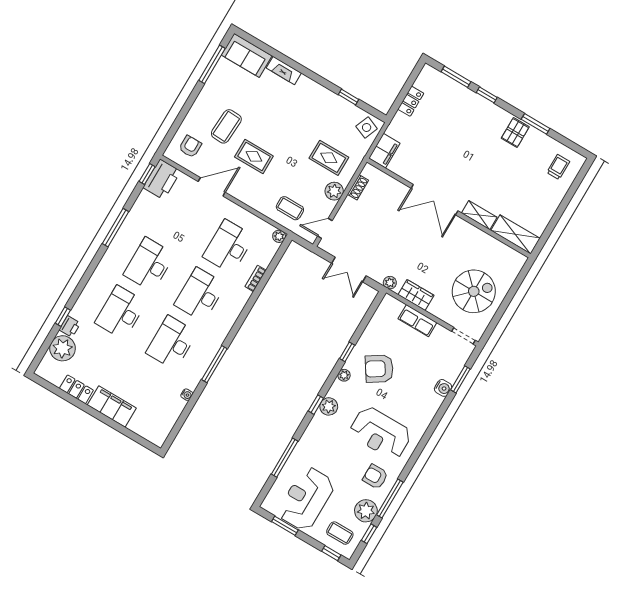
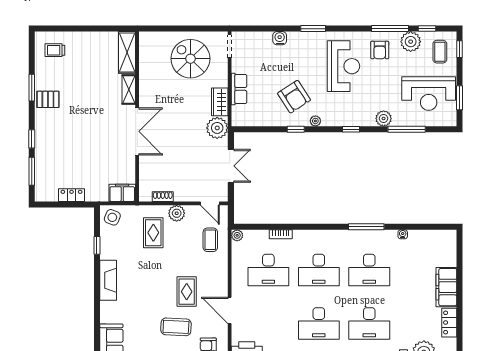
fireplace: (284, 71) -> (108, 280), moved, width x1.37, depth x1.32
plant: (390, 283) -> (217, 128), width x1.87, depth x1.87
window: (460, 379) -> (313, 29), moved
plant: (329, 406) -> (384, 118), moved

